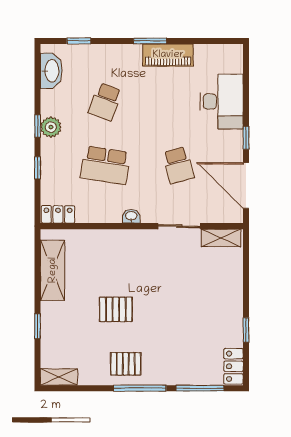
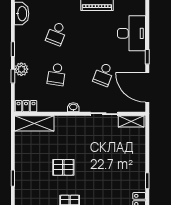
plant: (51, 127) -> (21, 69), moved
school desk: (105, 165) -> (56, 74), width x0.54
school desk: (178, 165) -> (104, 74), turned 36
shelving: (53, 270) -> (34, 123), moved, turned 90

